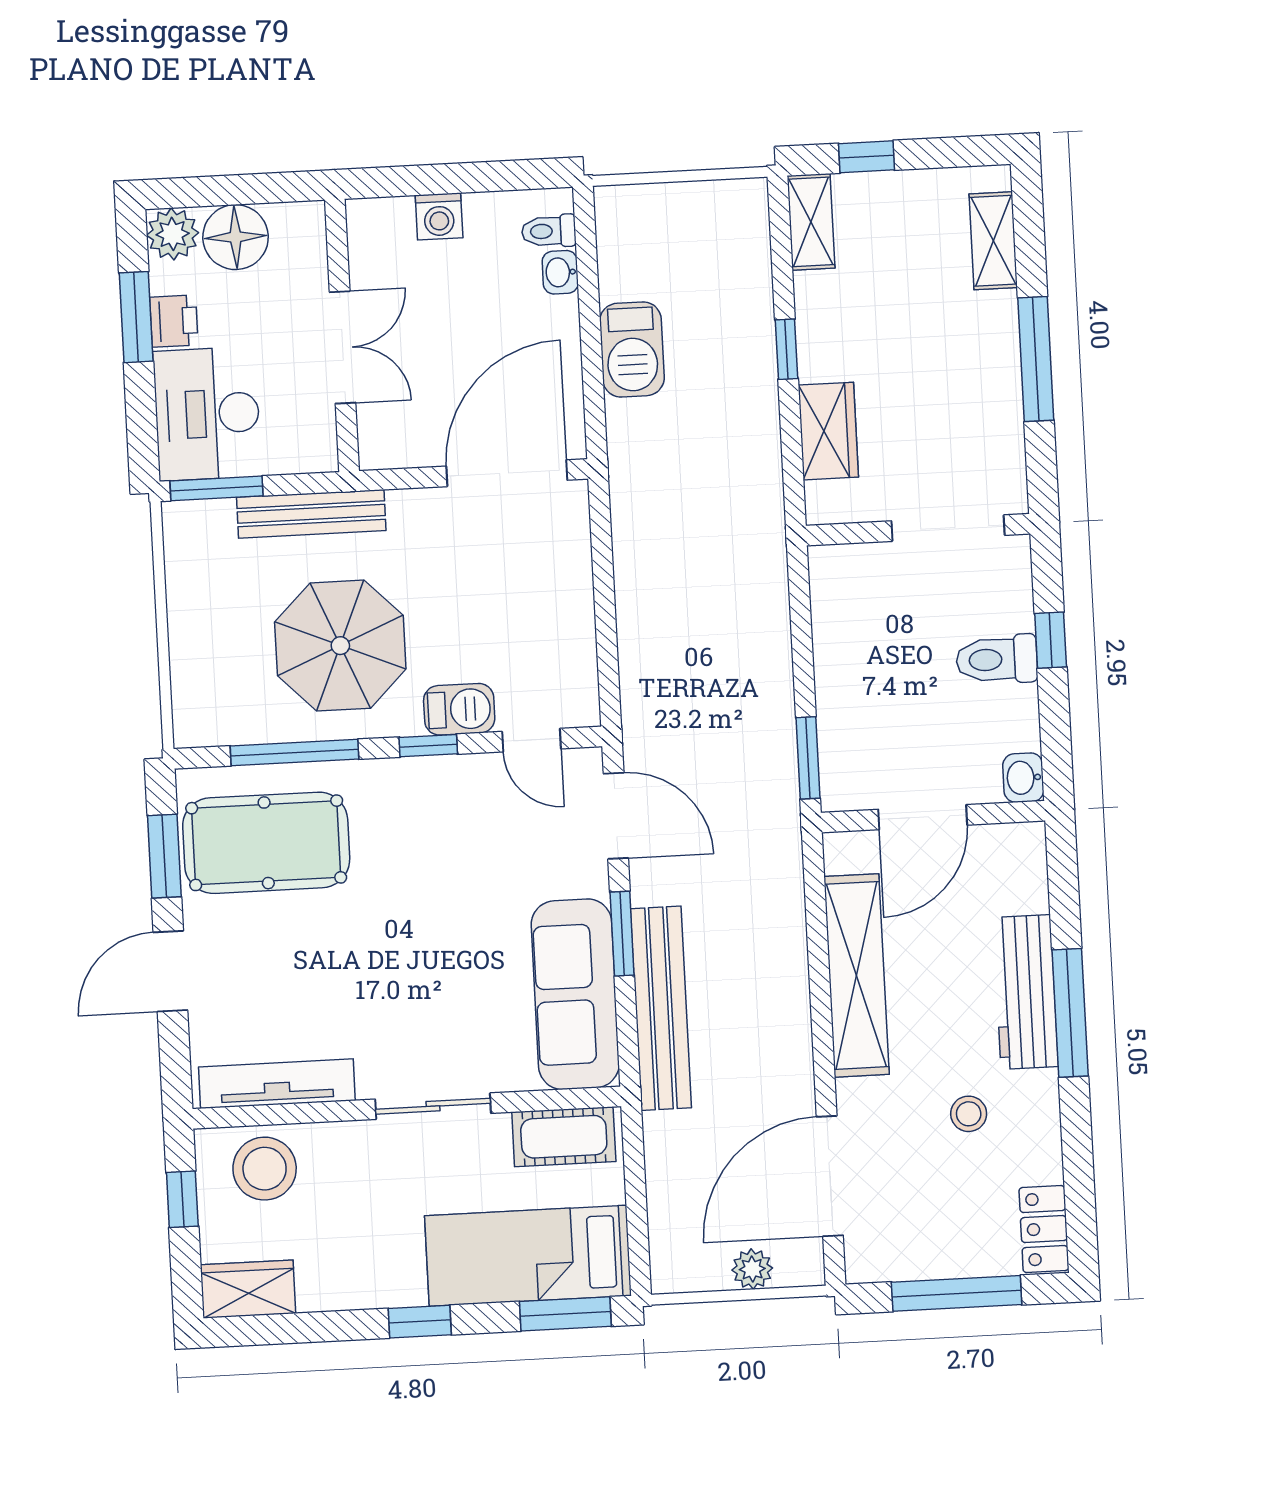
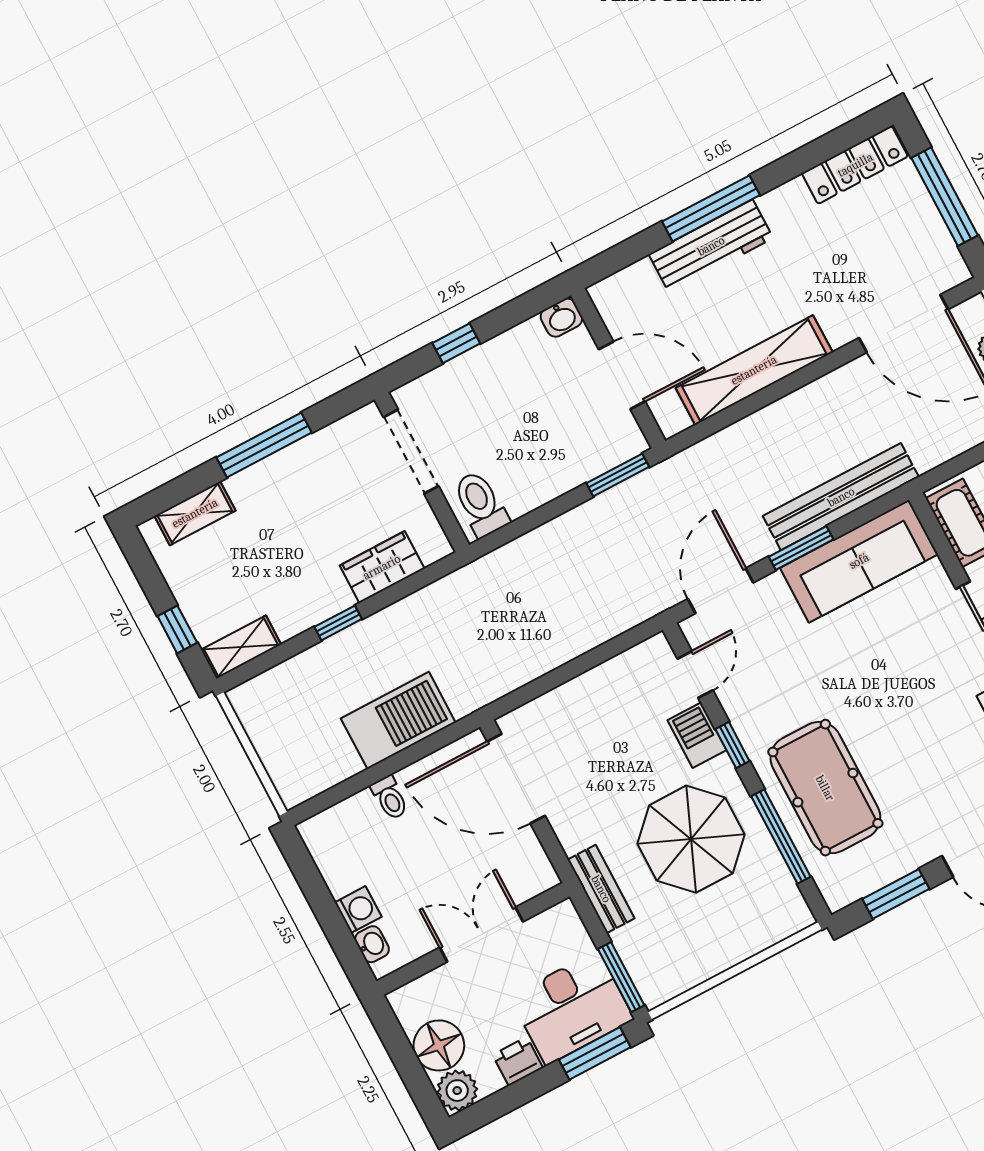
toilet: (549, 231) -> (390, 798), moved
washbasin: (560, 272) -> (372, 944), moved, turned -90
window: (136, 317) -> (595, 1053), moved
barbecue: (632, 349) -> (398, 720), width x1.37, depth x1.21
bench: (311, 514) -> (601, 889), width x0.73
toilet: (997, 659) -> (481, 504), moved, turned 180
pool table: (266, 843) -> (825, 788), moved
stool: (969, 1114) -> (815, 247), removed
locker: (1044, 1229) -> (855, 165), width x1.53

